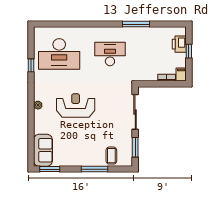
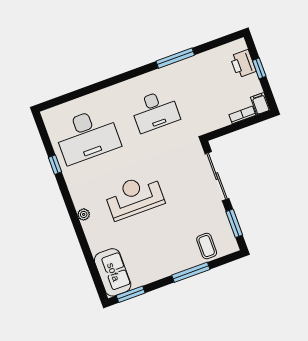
desk: (110, 54) -> (155, 111), turned 180

